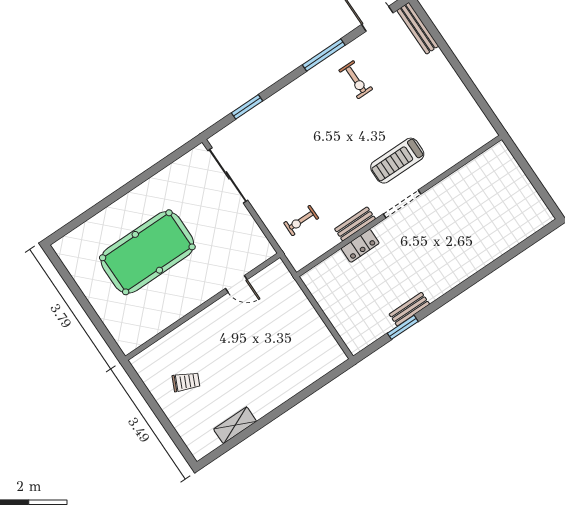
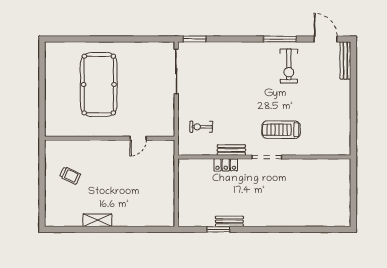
exercise bike: (356, 80) -> (289, 66), width x1.38, depth x1.39
window: (247, 107) -> (195, 39), moved
pool table: (147, 252) -> (99, 84), turned 90
door: (236, 284) -> (138, 138), hinge flipped
shelving: (235, 425) -> (97, 220), moved

